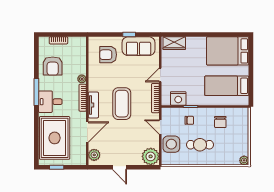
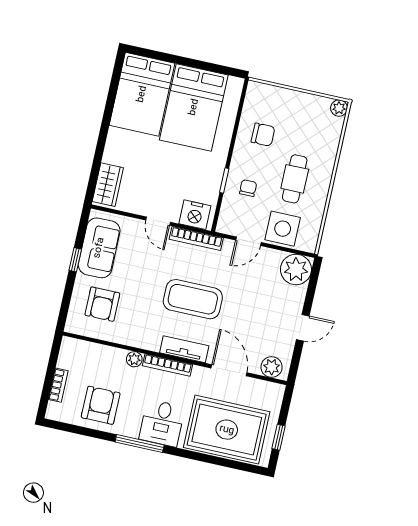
armchair: (53, 66) -> (101, 405), turned -90
bed: (227, 86) -> (194, 107), width x1.50
nightstand: (178, 98) -> (195, 215), moved, turned 90

